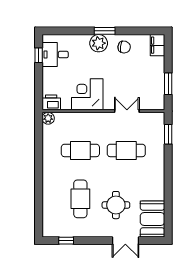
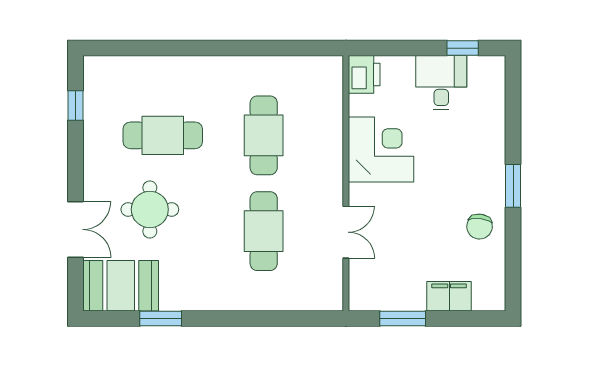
plant: (99, 43) -> (487, 173), removed
filing cabinet: (157, 45) -> (449, 296), moved
desk: (55, 55) -> (441, 83), moved
plant: (48, 118) -> (331, 68), removed
window: (168, 134) -> (161, 318), moved
double door: (125, 241) -> (76, 229), swing flipped

